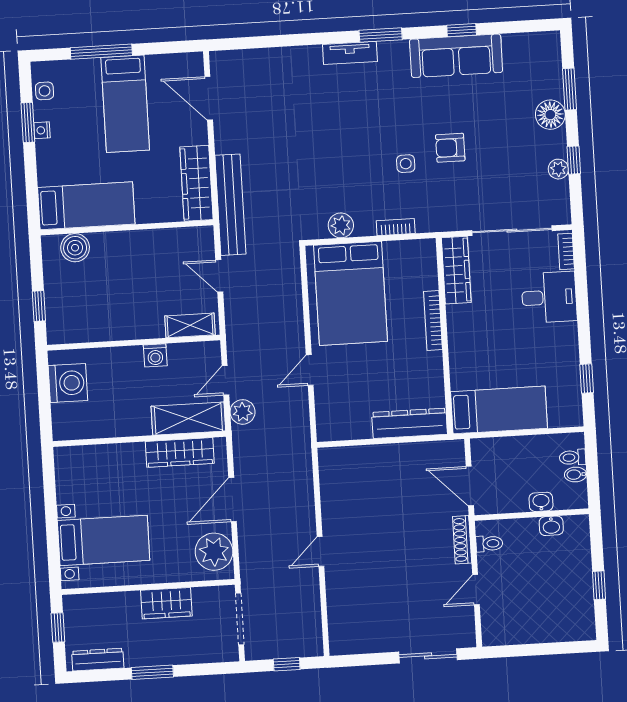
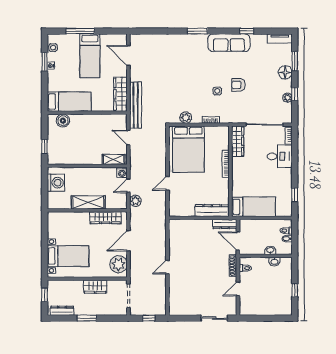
window: (381, 35) -> (197, 31), moved
tv unit: (350, 53) -> (280, 38), moved
sofa: (456, 56) -> (229, 43), moved
washing machine: (155, 355) -> (122, 172), moved
shelving: (188, 419) -> (88, 202), moved
dresser: (439, 451) -> (225, 224), added

